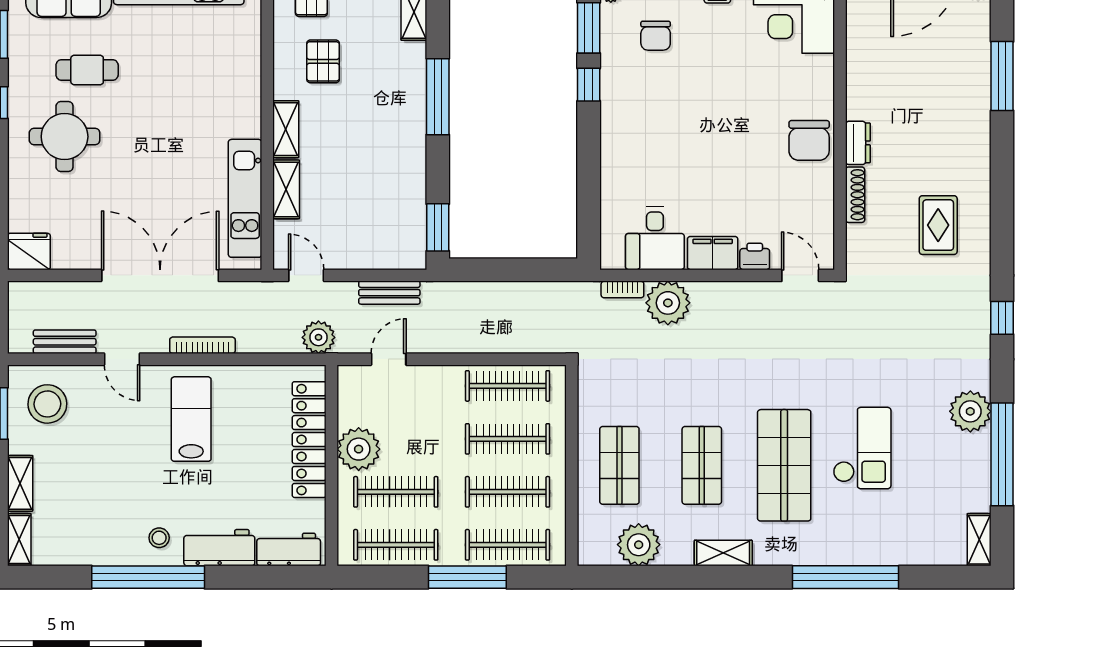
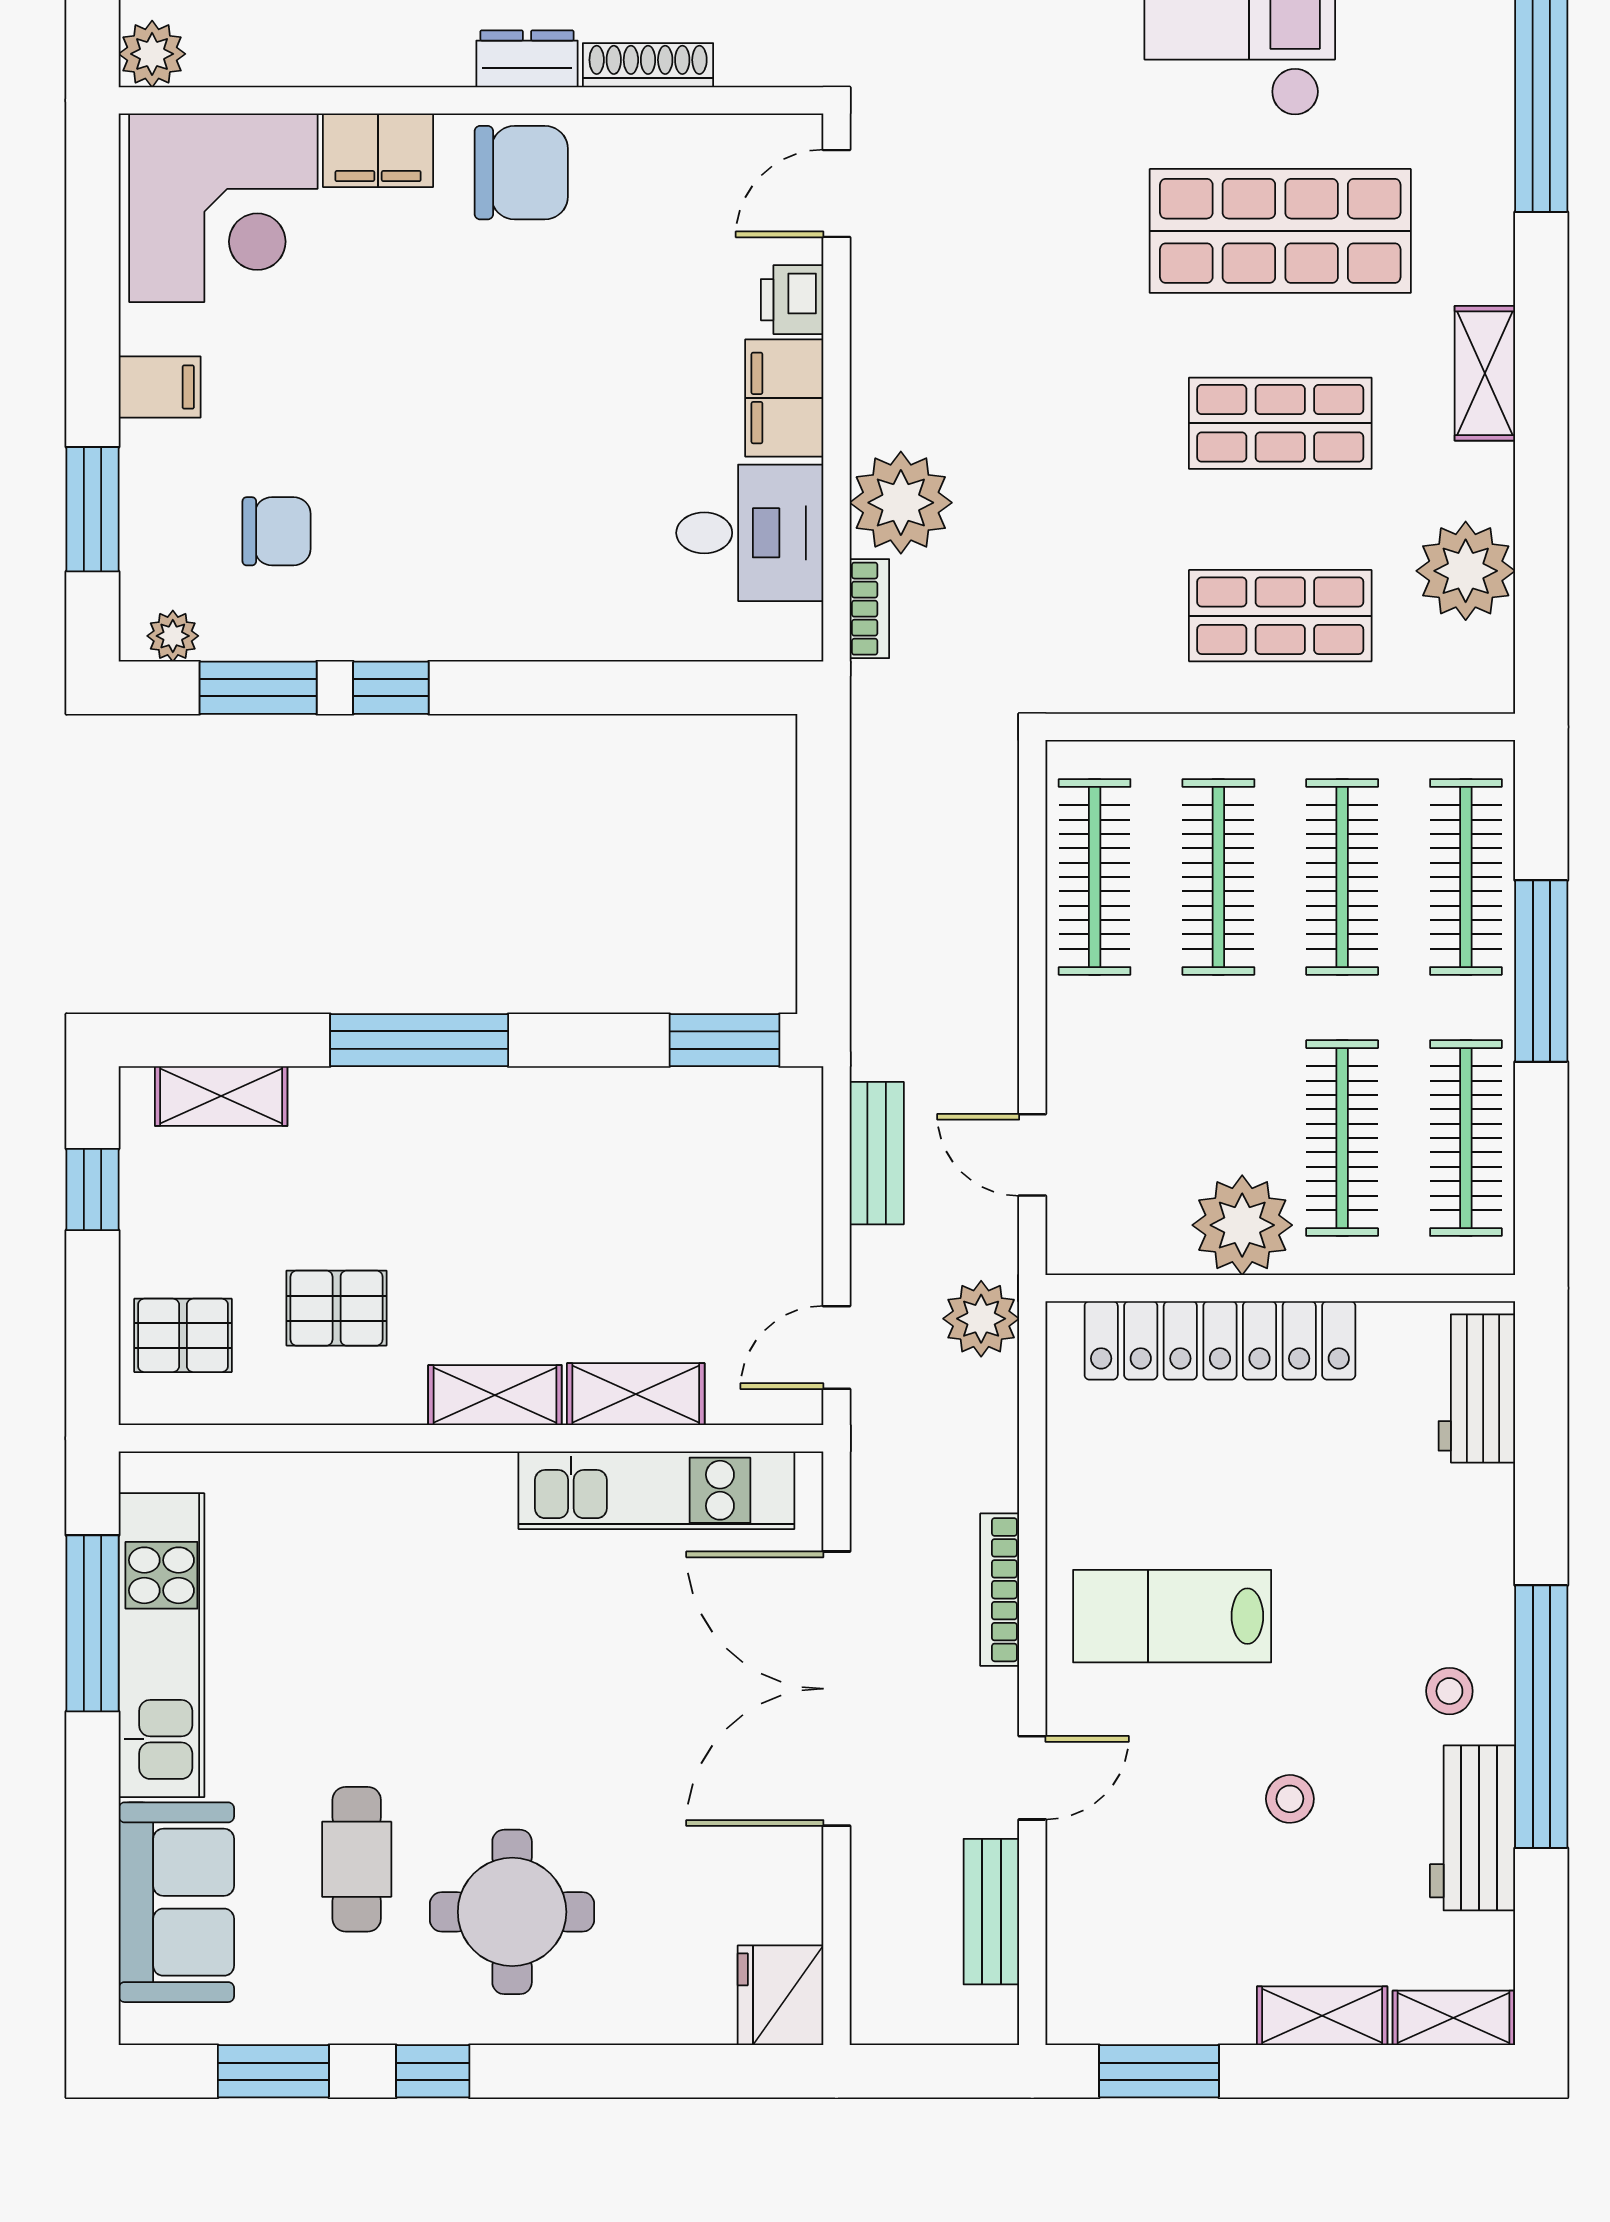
filing cabinet: (819, 79) -> (378, 150), added
stool: (47, 404) -> (1290, 1799), moved, width x0.53, depth x0.53
workbench: (219, 548) -> (1473, 1828), moved

